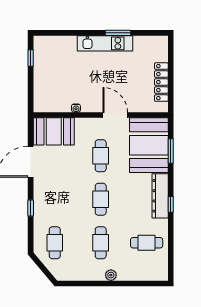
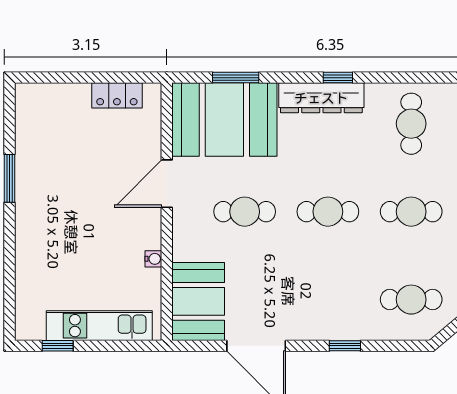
kitchen unit: (105, 43) -> (99, 326), moved, turned -90
locker: (161, 82) -> (117, 95), width x0.66

